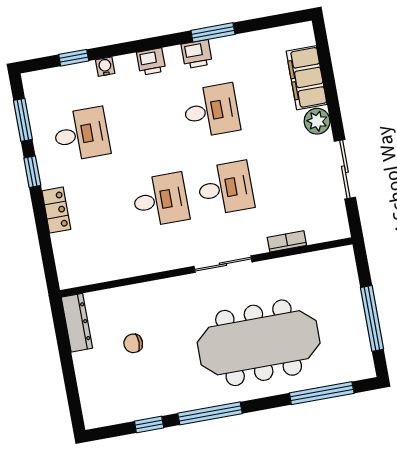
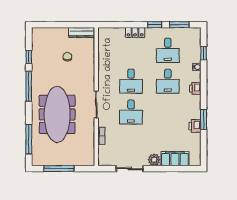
printer: (197, 54) -> (195, 126), moved
desk: (211, 111) -> (168, 81), moved

